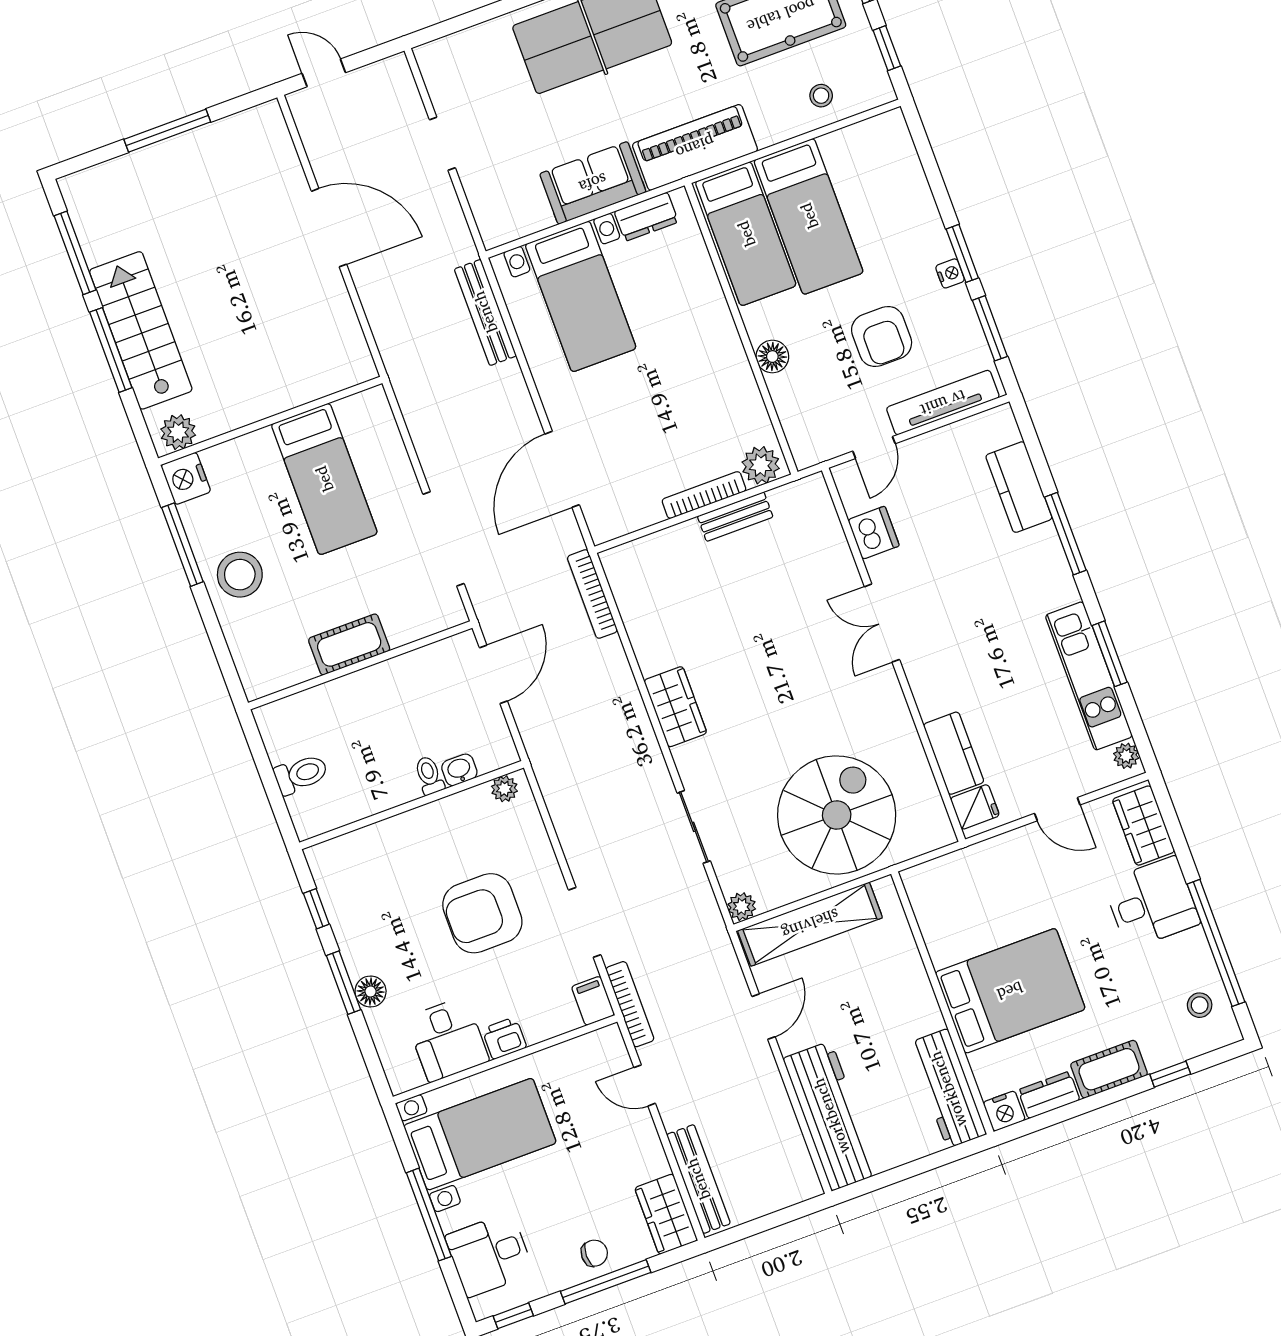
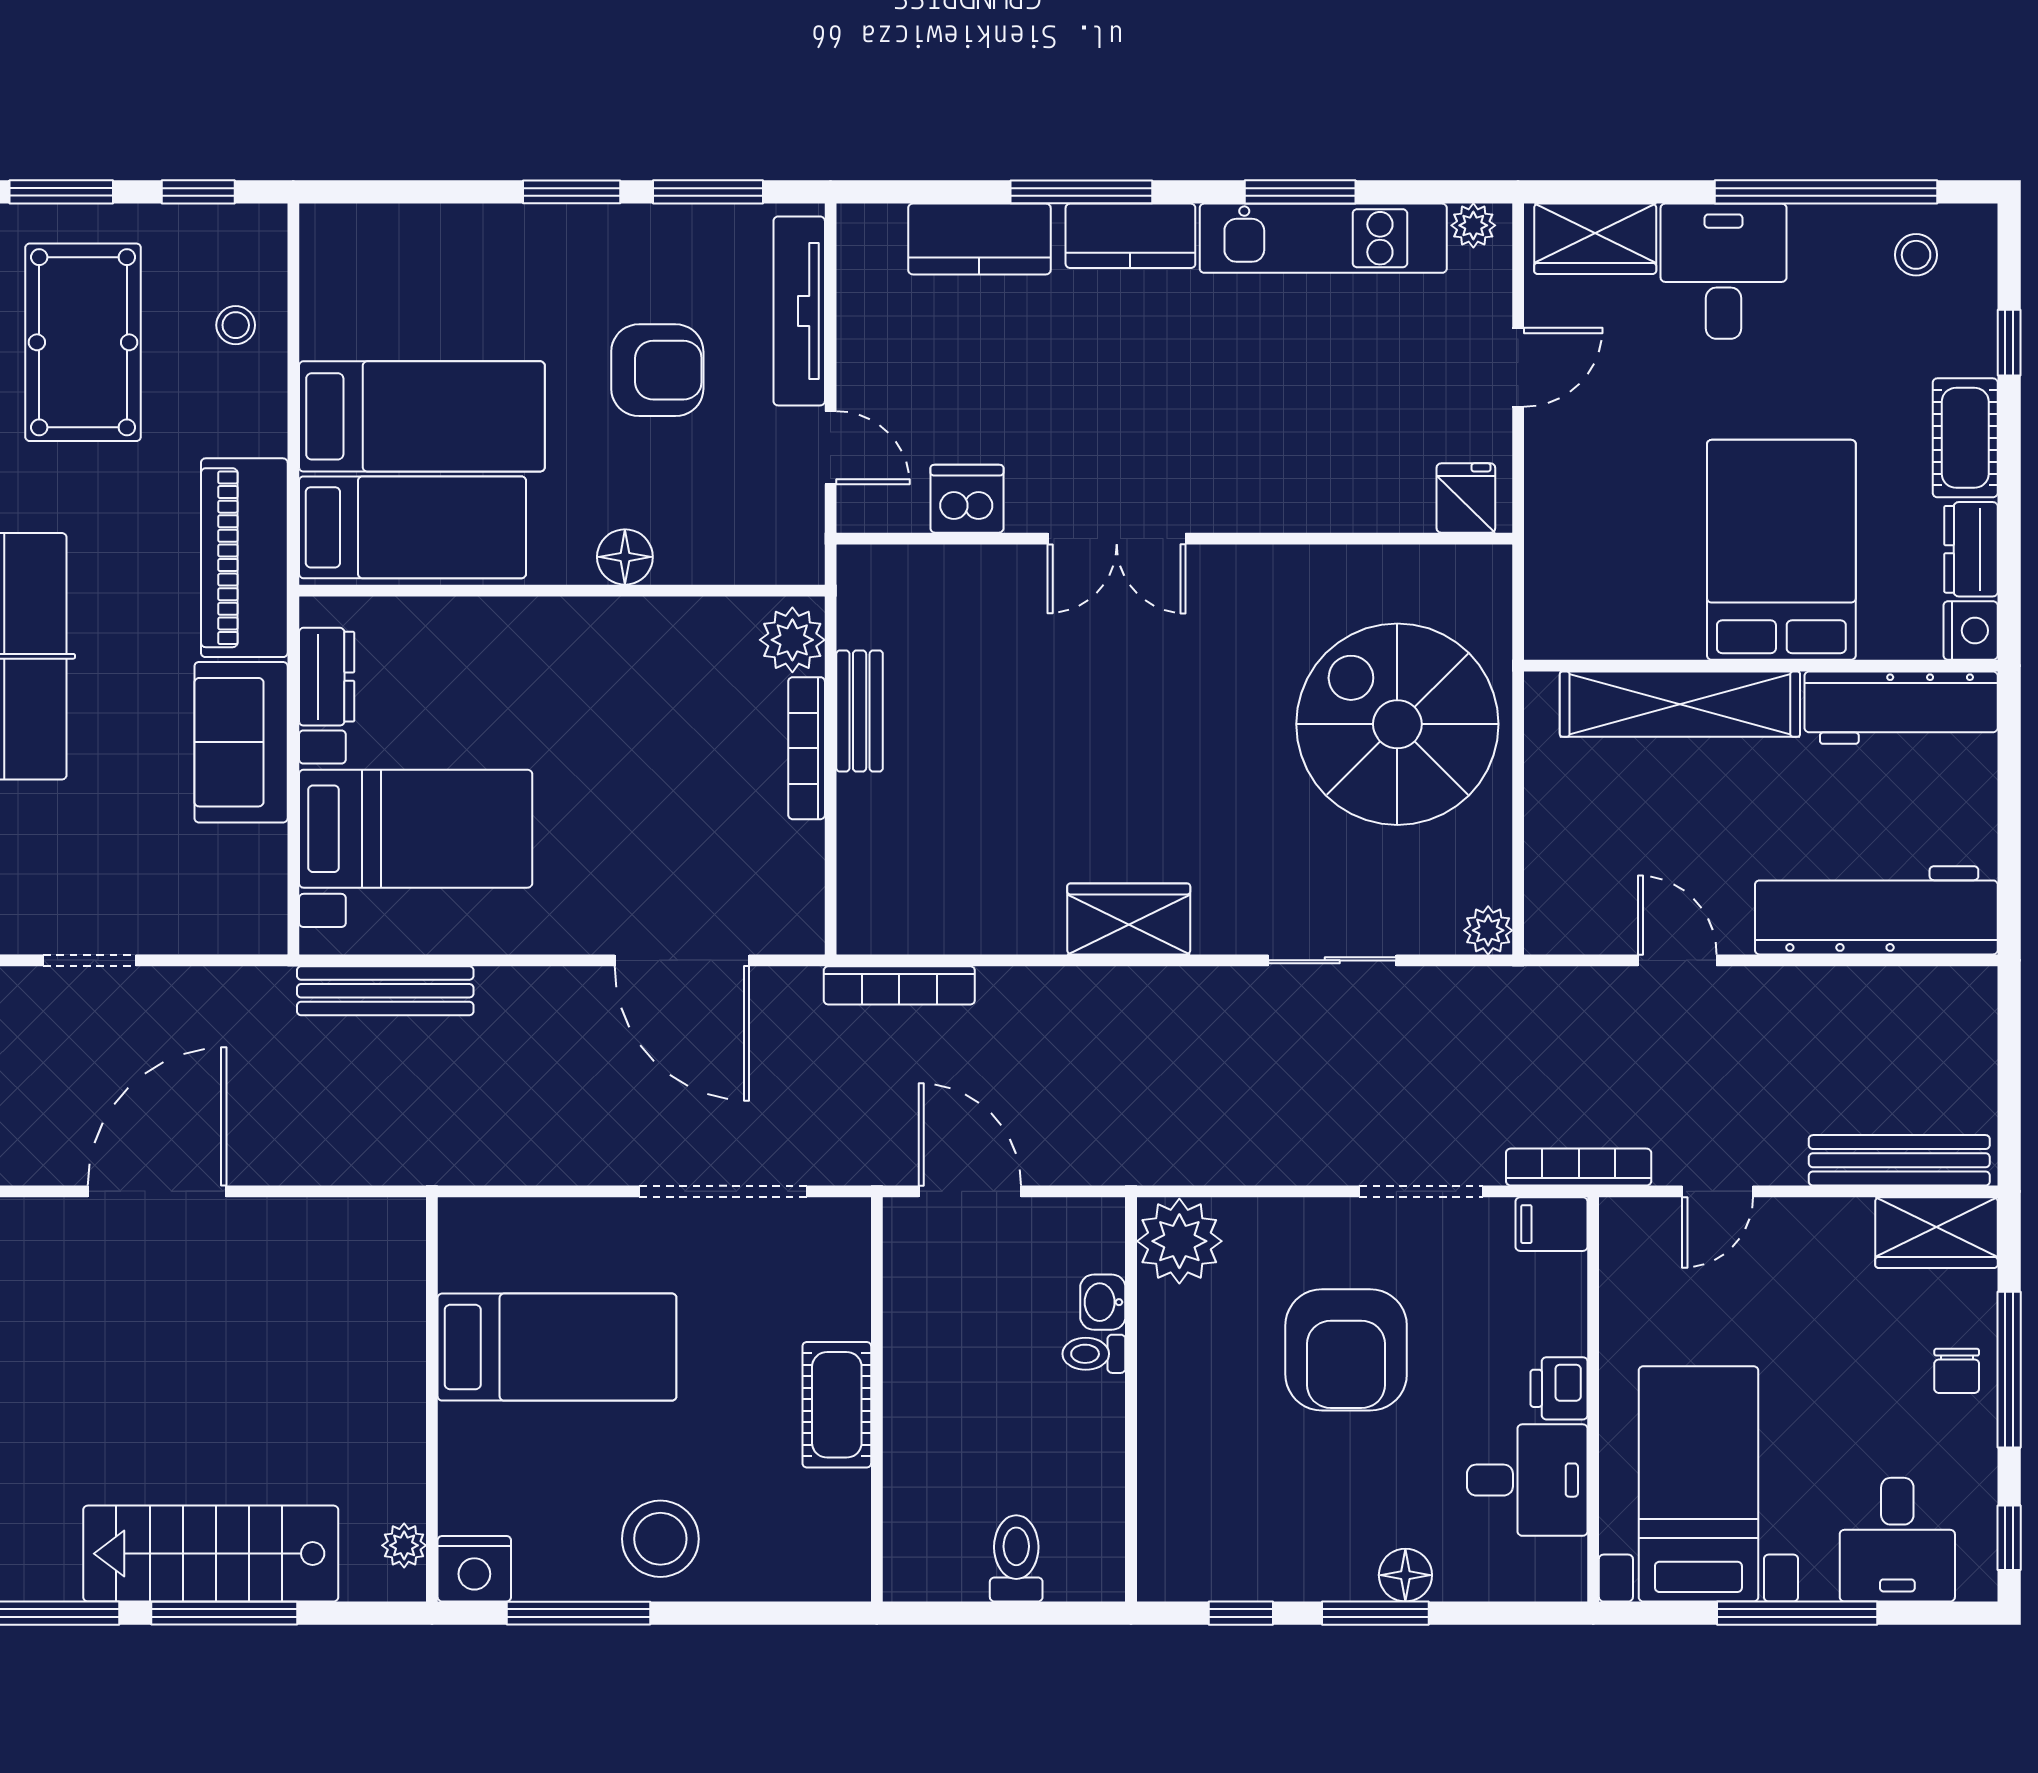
nightstand: (950, 273) -> (597, 223), removed
plant: (178, 432) -> (404, 1545), width x0.73, depth x0.73
kitchen counter: (954, 753) -> (1130, 236), moved, turned 180
plant: (504, 789) -> (1179, 1241), width x1.88, depth x1.88
shelving: (810, 924) -> (1680, 704), moved, turned 90
chair: (594, 1253) -> (1957, 1371), turned 180

